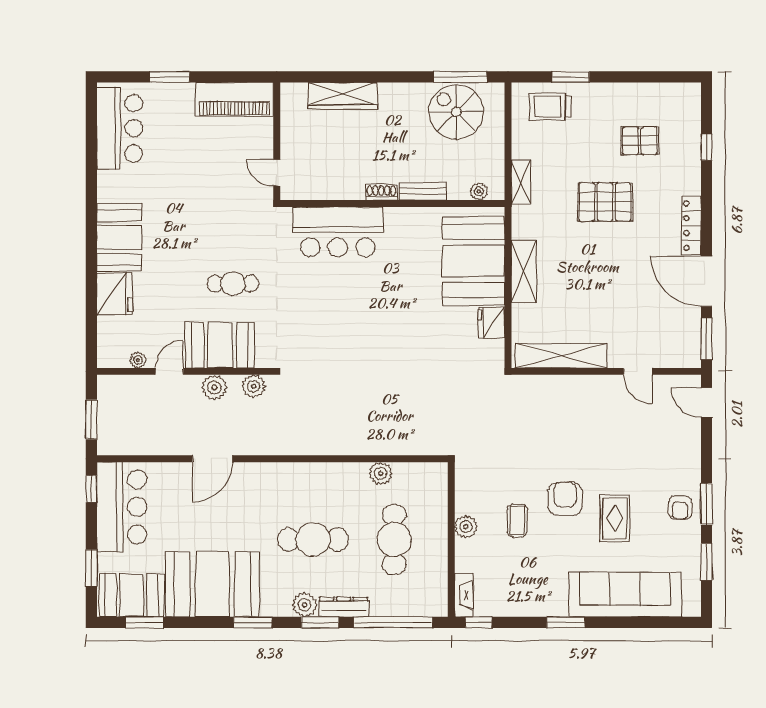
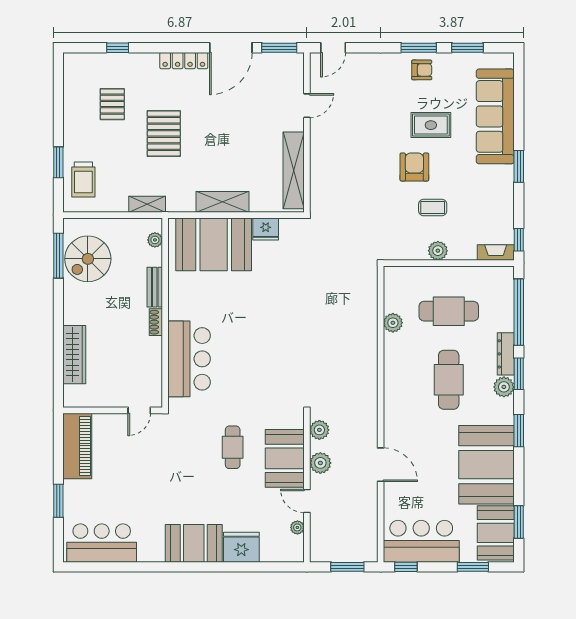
armchair: (565, 499) -> (414, 167), turned 90

